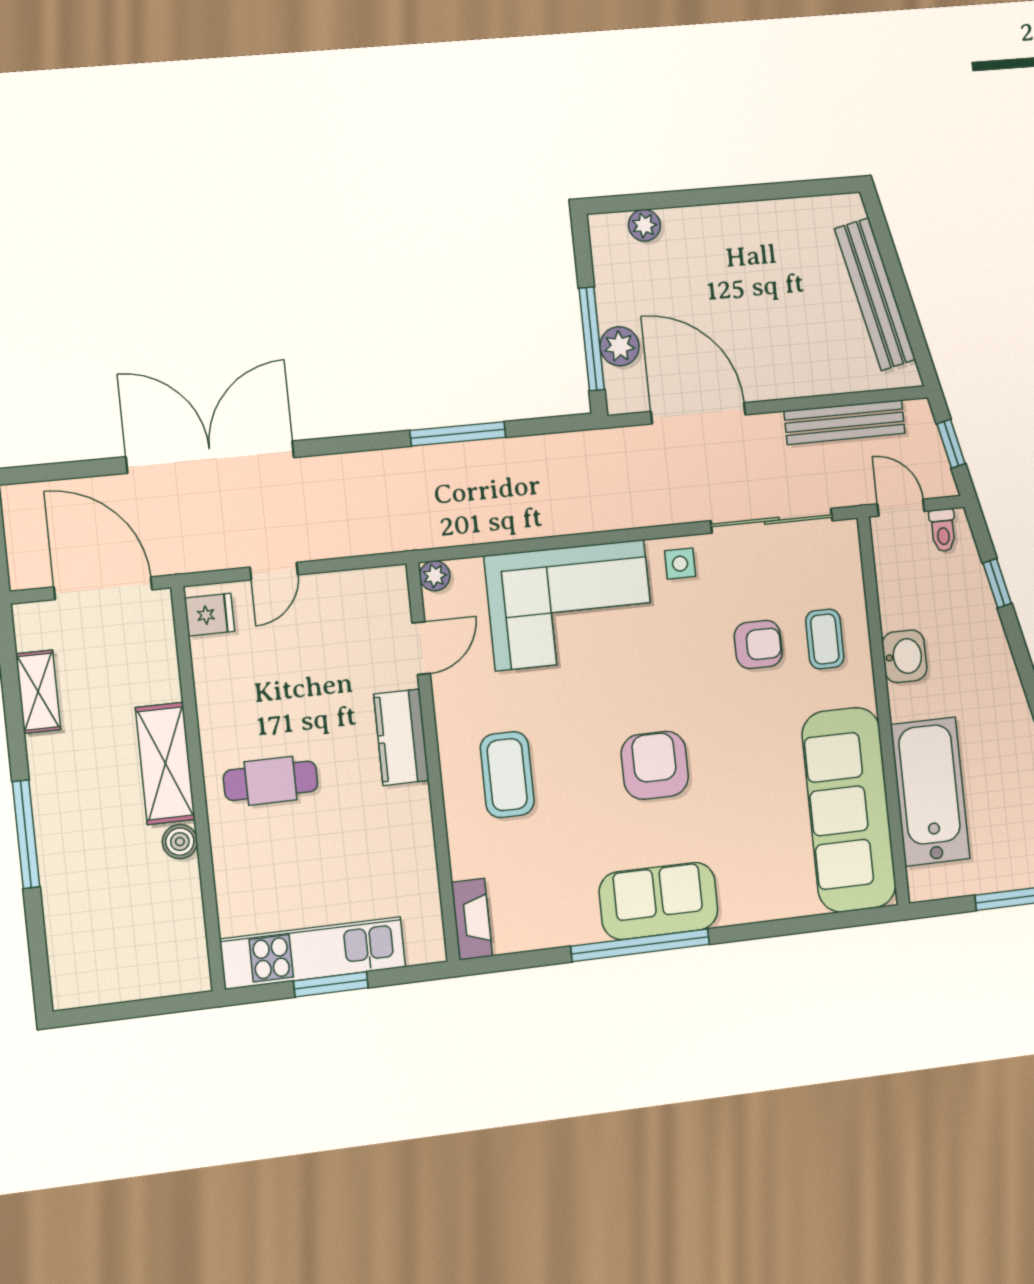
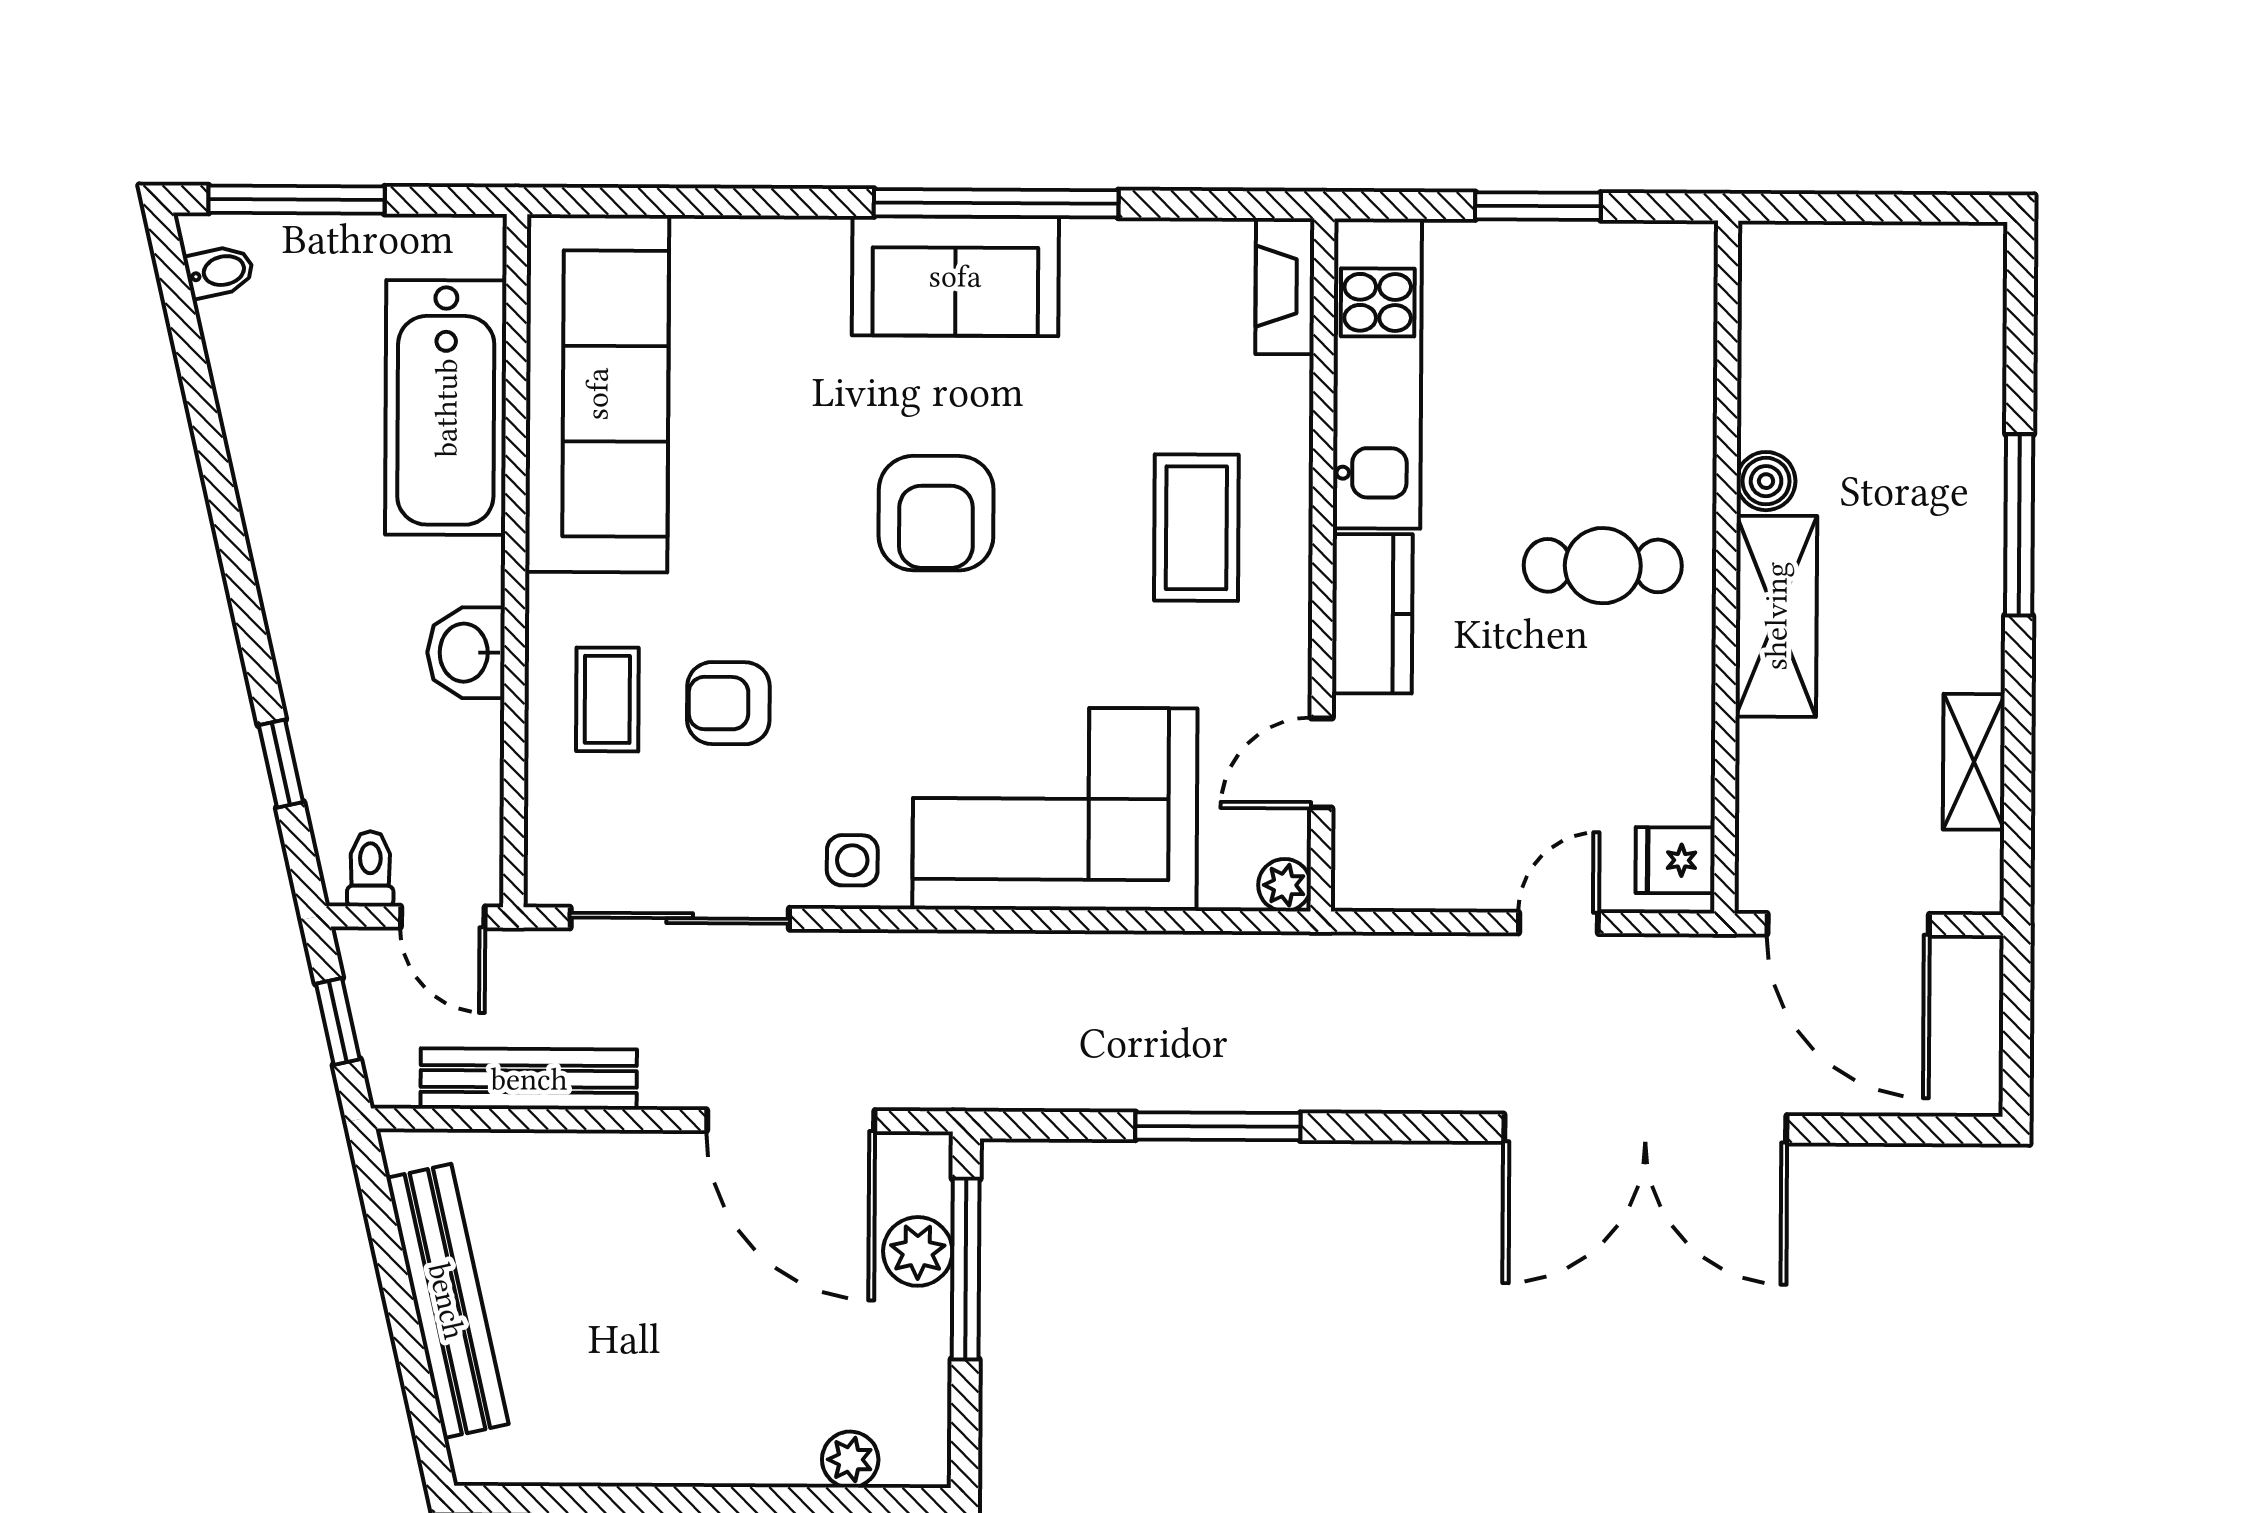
kitchen unit: (313, 953) -> (1377, 374), moved, turned -90

